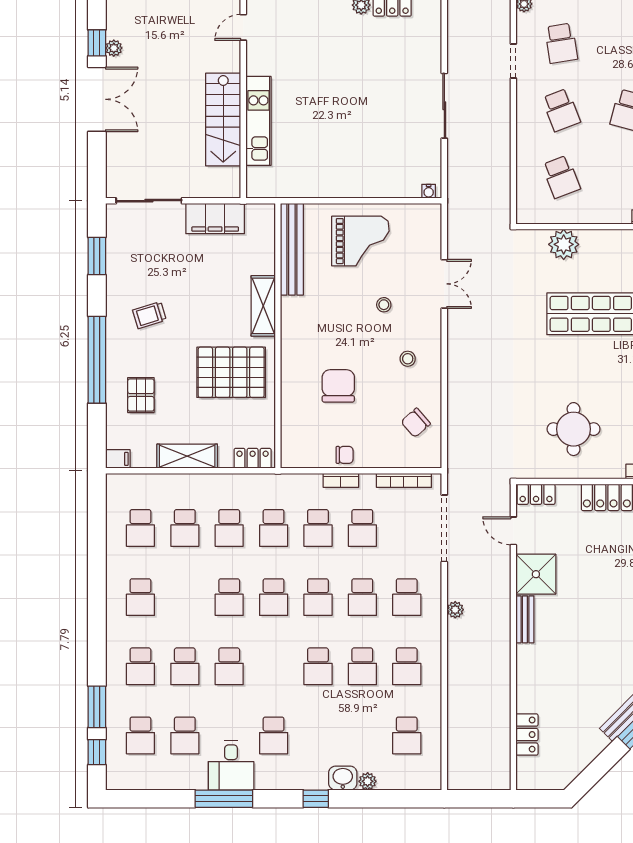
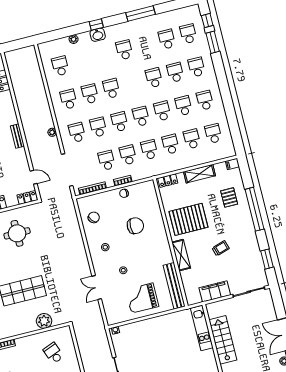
kitchen unit: (258, 121) -> (202, 328), moved
trolley: (149, 315) -> (221, 248), moved
chair: (338, 386) -> (135, 226), turned -90
shower: (536, 574) -> (18, 159), removed
school desk: (185, 597) -> (184, 106), added
desk: (231, 766) -> (141, 30), removed
washbasin: (343, 778) -> (98, 35), moved

